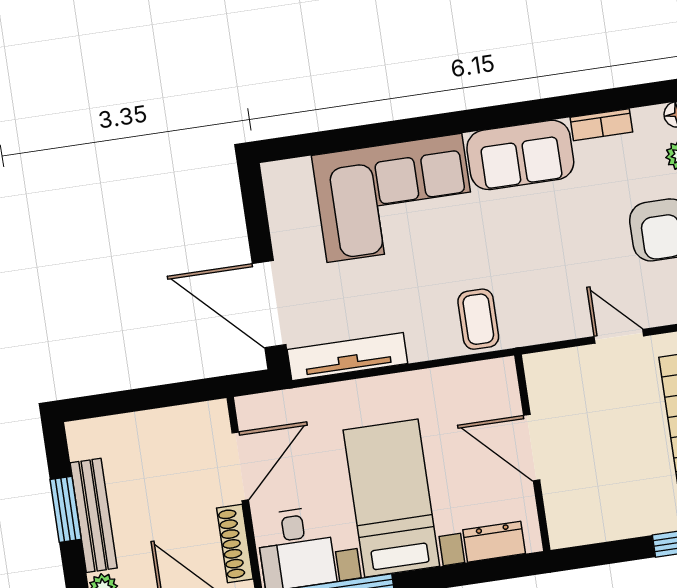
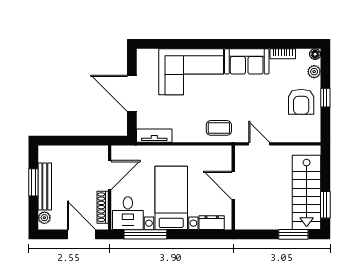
door: (269, 304) -> (132, 93), moved
coffee table: (478, 319) -> (219, 128), turned 90
door: (619, 336) -> (259, 144), moved
tv unit: (347, 357) -> (154, 136), width x0.71

